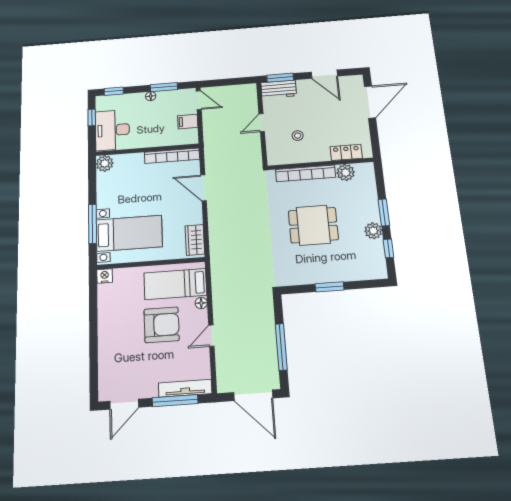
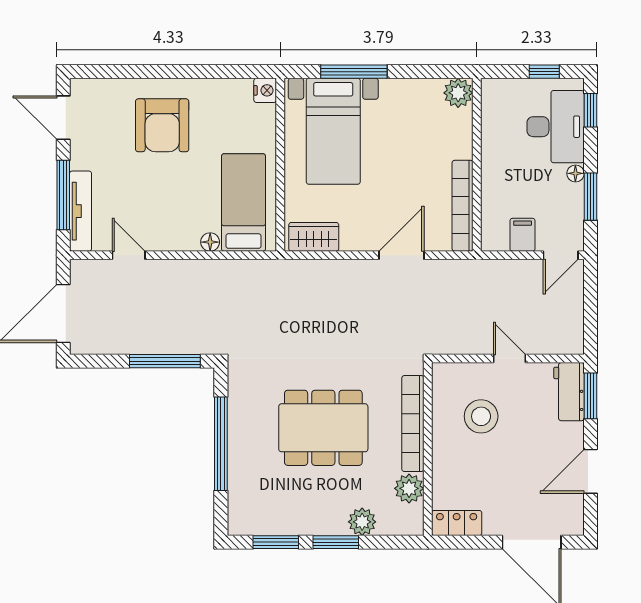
desk: (112, 130) -> (556, 127), moved, turned 90
stool: (298, 136) -> (481, 416), width x1.89, depth x1.89
locker: (346, 152) -> (457, 523), moved, turned -90
dining table: (313, 225) -> (323, 428), width x1.37
plant: (373, 231) -> (362, 522), moved
window: (388, 248) -> (276, 542), width x1.50
window: (330, 287) -> (221, 444), width x2.11
armchair: (162, 325) -> (162, 125), moved
door: (211, 336) -> (129, 255), moved
window: (281, 347) -> (165, 361), moved

